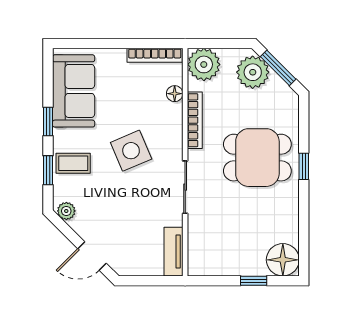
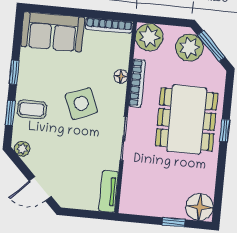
sofa: (74, 91) -> (53, 32), moved, turned 90
floor lamp: (175, 94) -> (121, 76), moved
dining table: (257, 158) -> (187, 119), width x1.38

